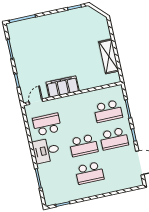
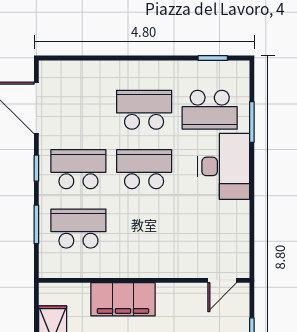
filing cabinet: (63, 87) -> (123, 299), moved
school desk: (47, 124) -> (210, 110), moved
desk: (46, 151) -> (224, 166), width x1.37

